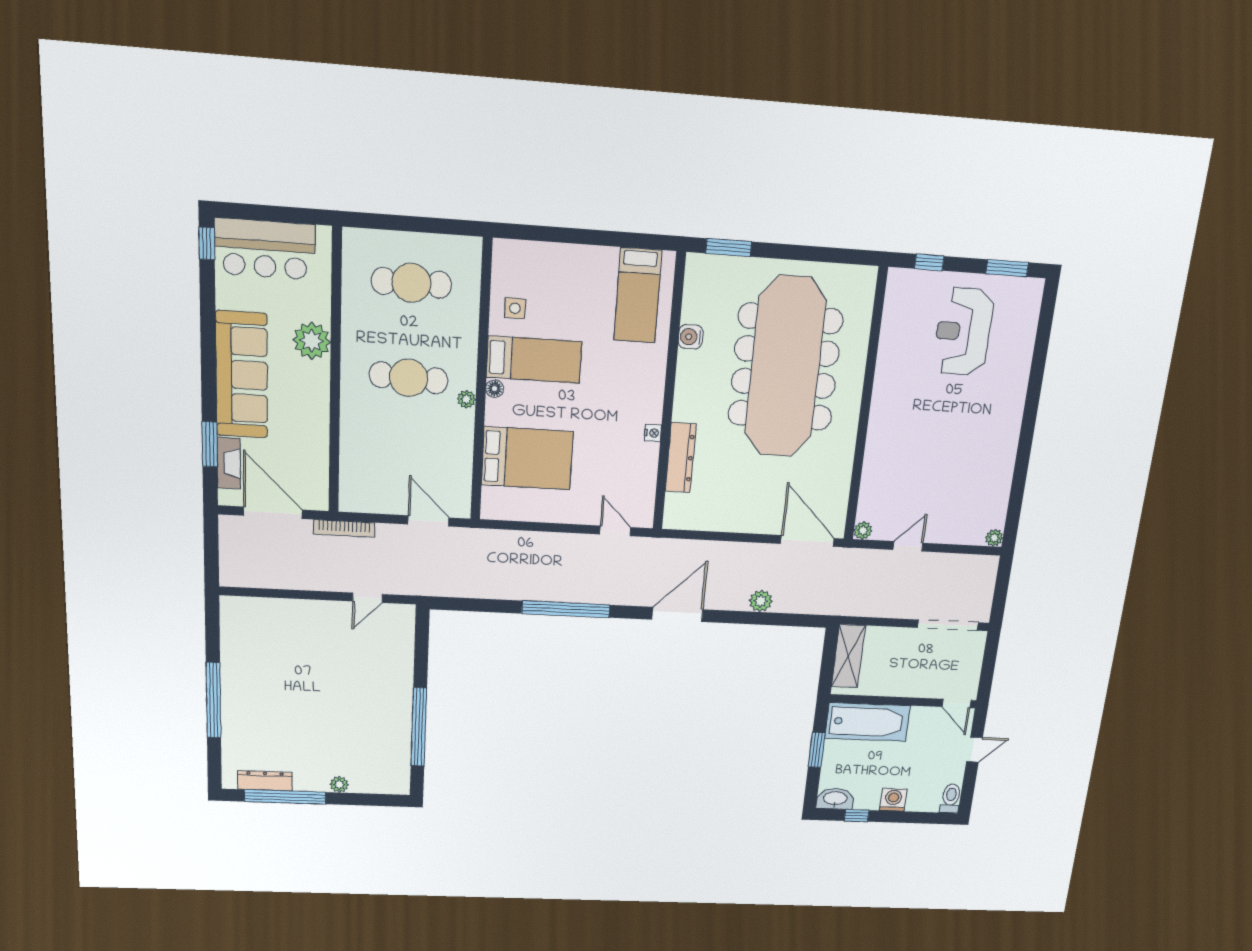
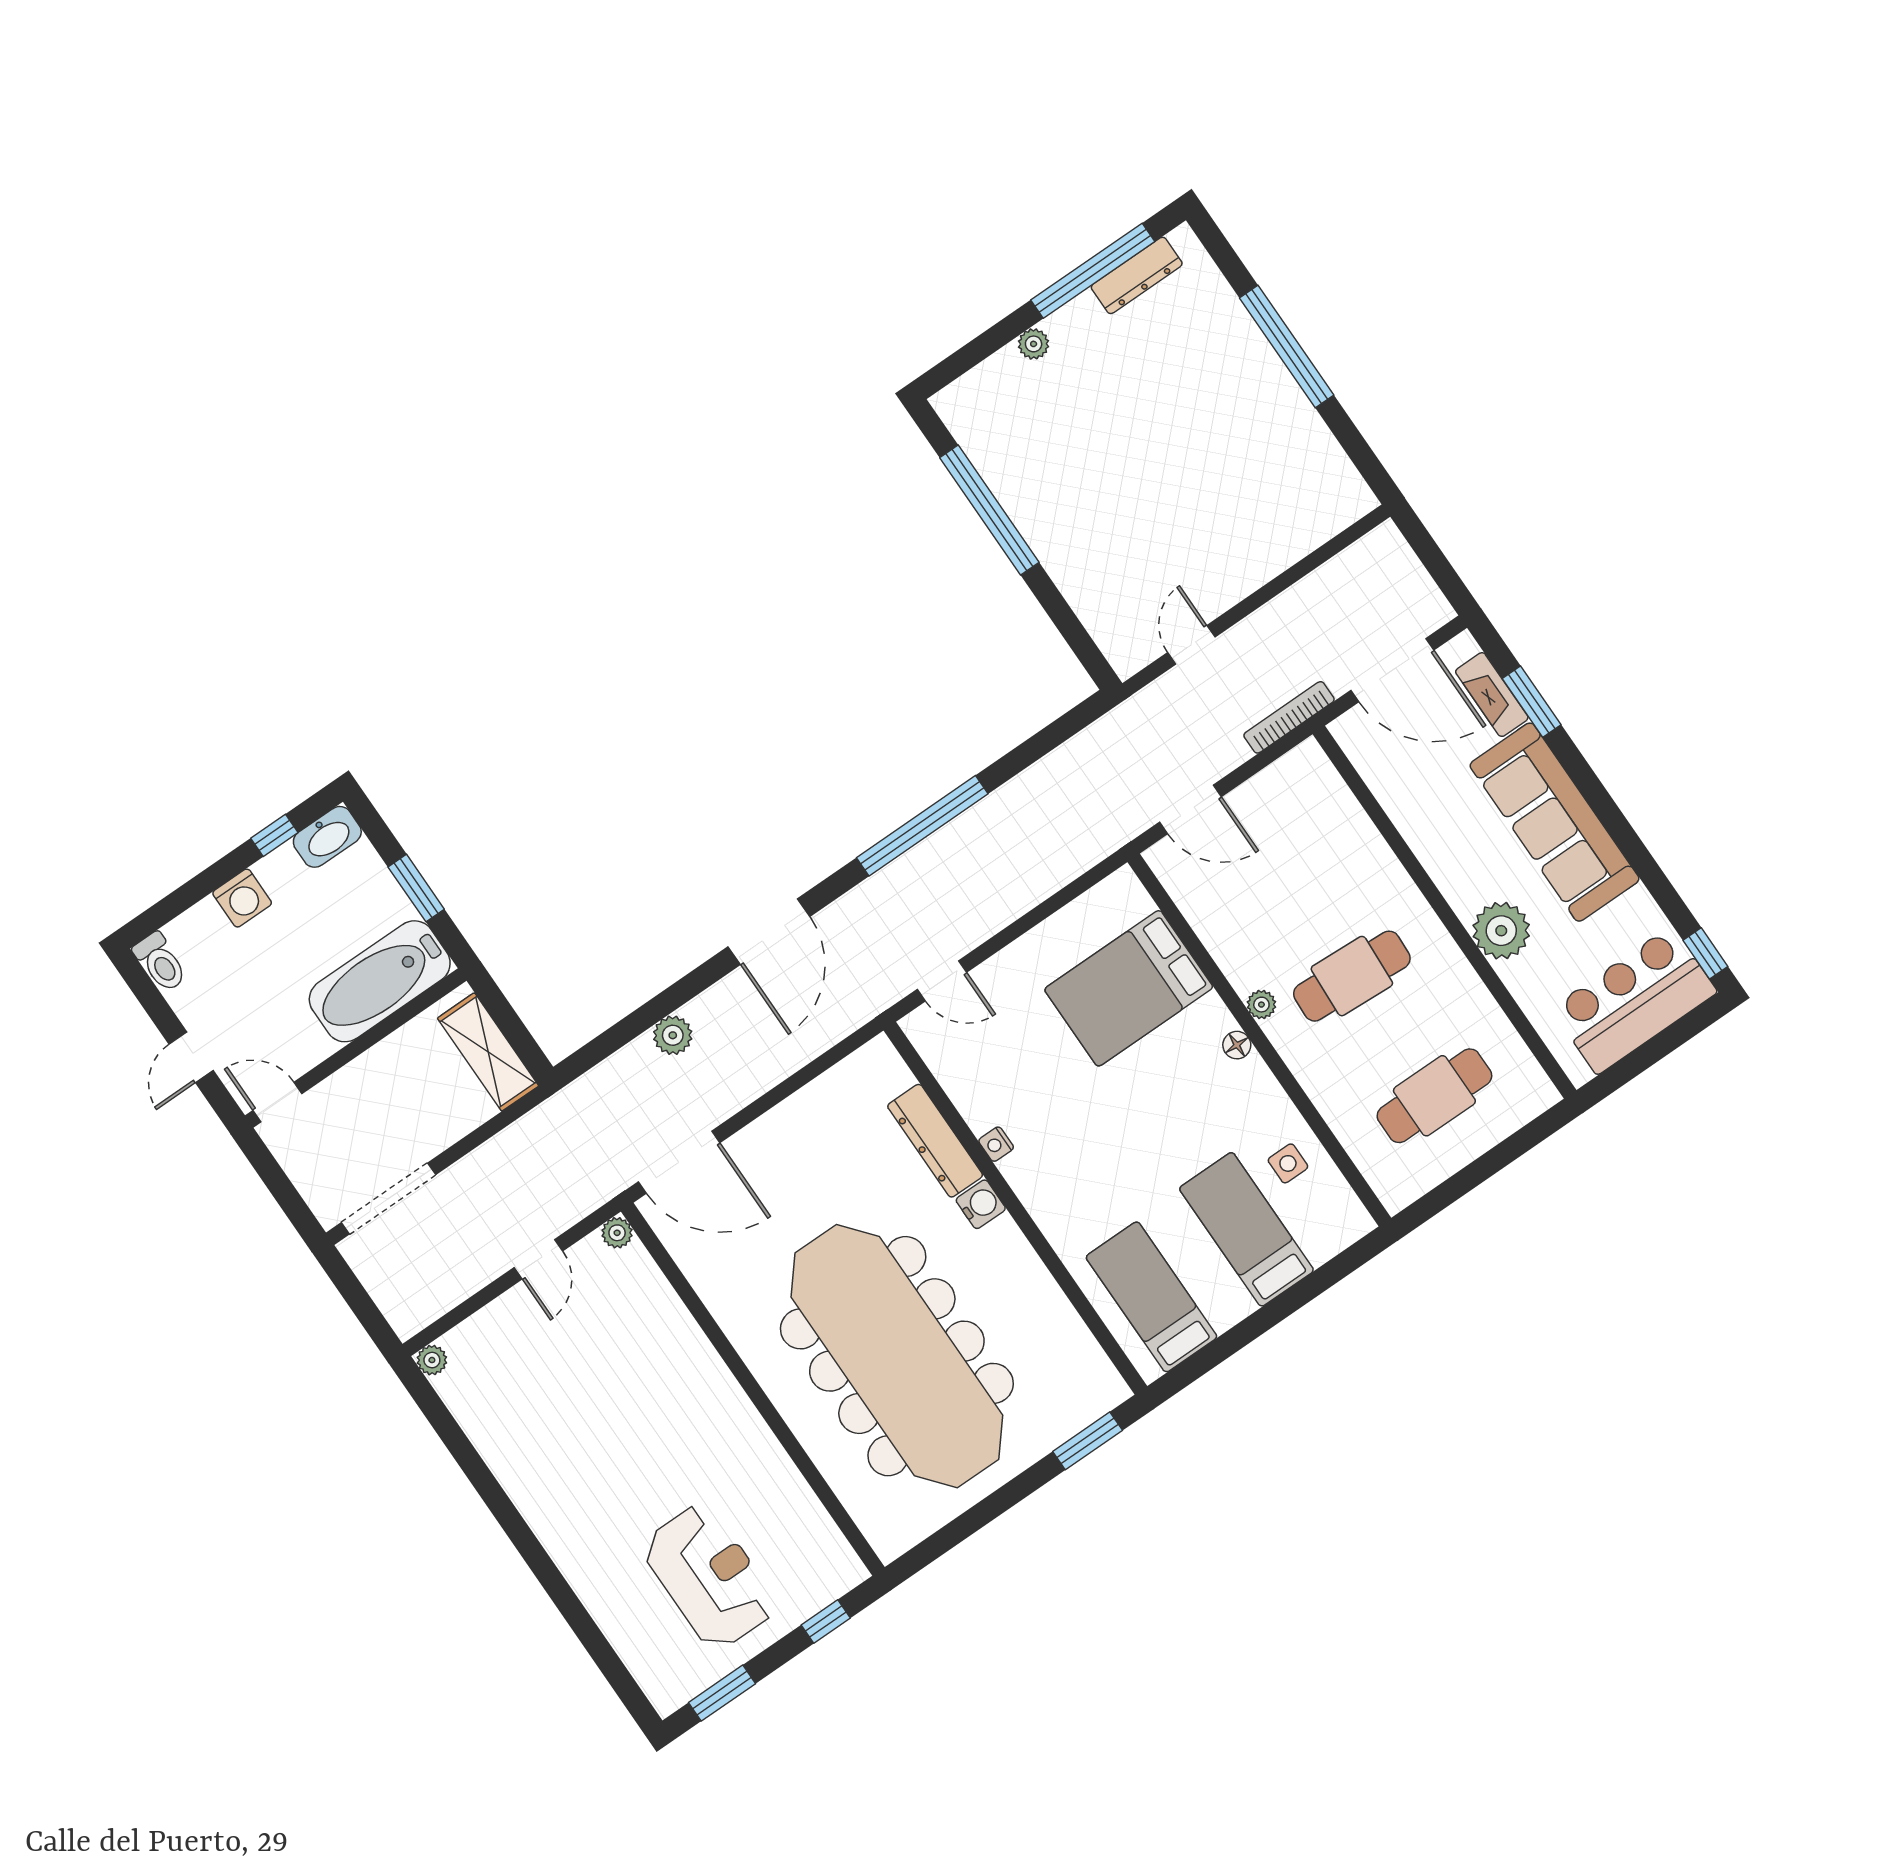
water cooler: (691, 337) -> (981, 1204), moved
bed: (534, 360) -> (1247, 1229), moved, turned 90

